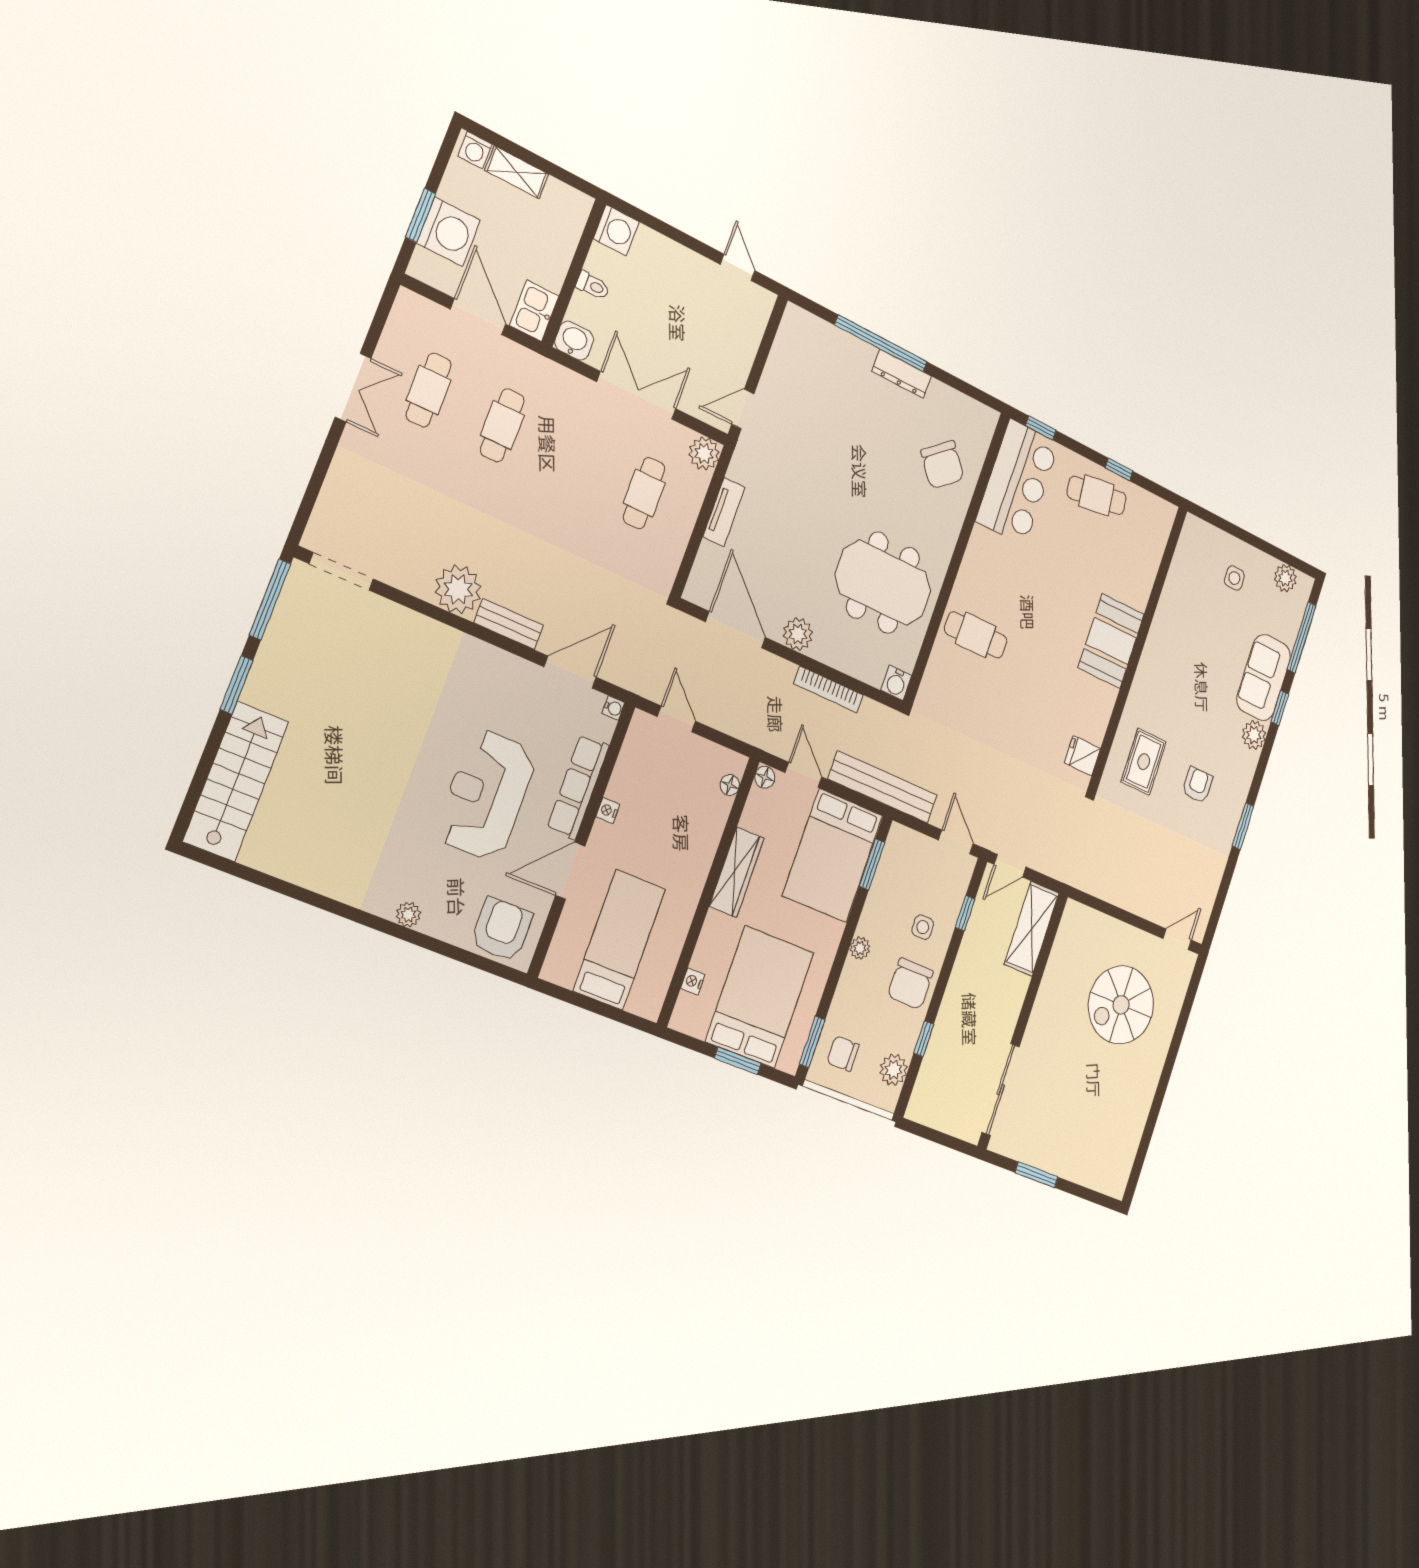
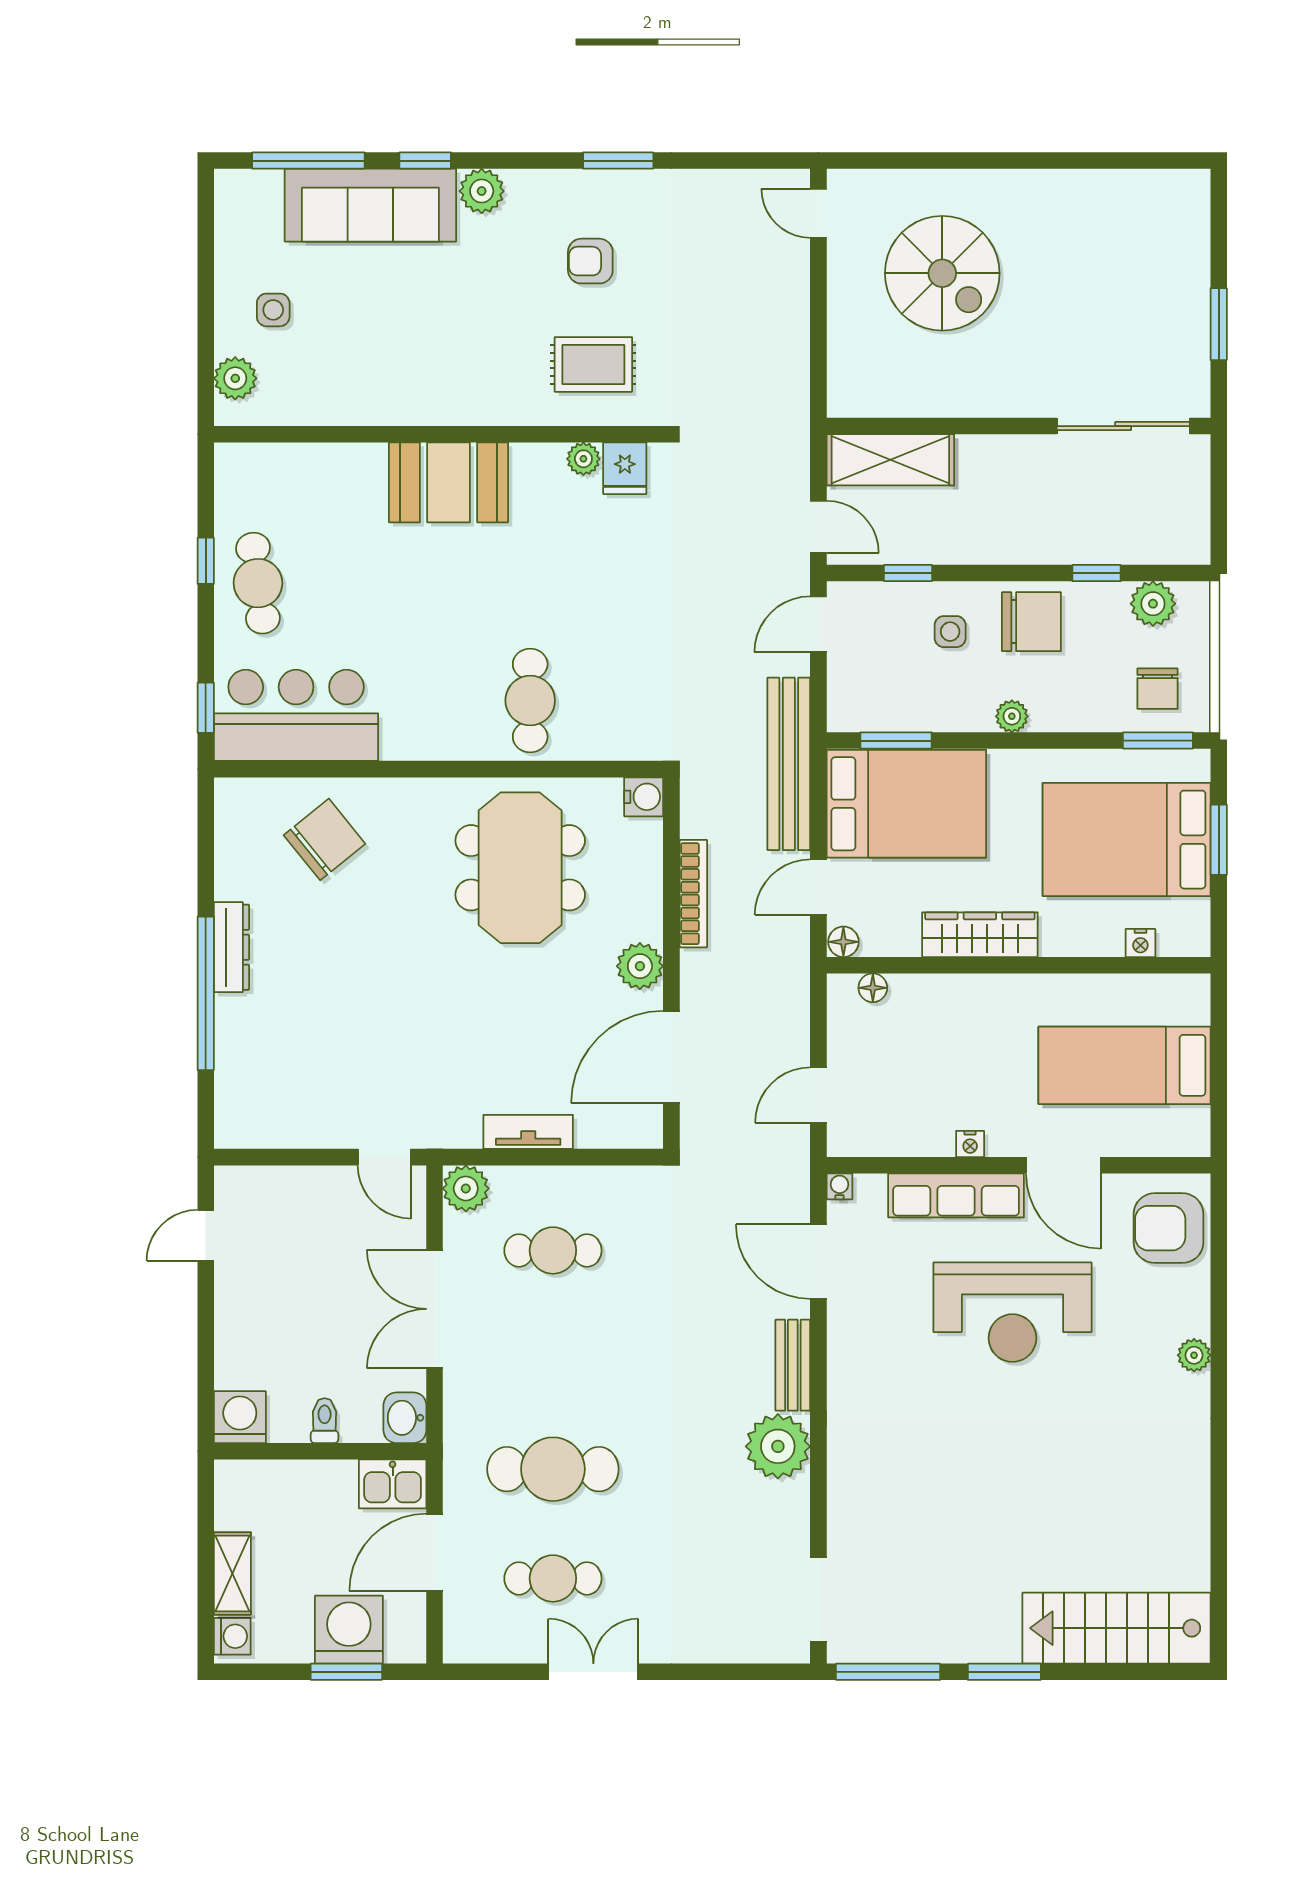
cafe table: (502, 425) -> (553, 1469), width x1.37, depth x1.35
plant: (1285, 578) -> (235, 378), moved
sofa: (1264, 677) -> (370, 205), width x1.36
plant: (1096, 732) -> (583, 459), added

